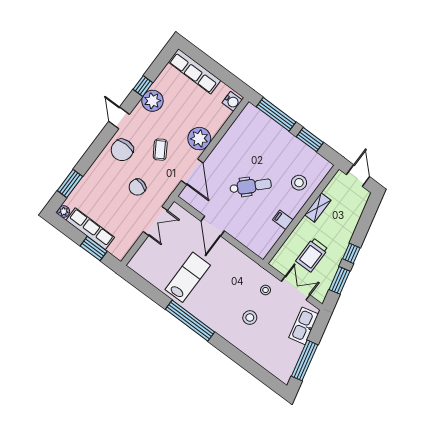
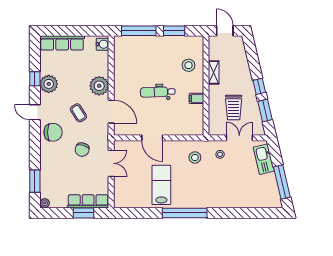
chair: (122, 150) -> (53, 132), turned -90
dental chair: (251, 186) -> (158, 92), turned -137
row of seats: (90, 229) -> (88, 201), moved
stool: (250, 318) -> (195, 158), moved

